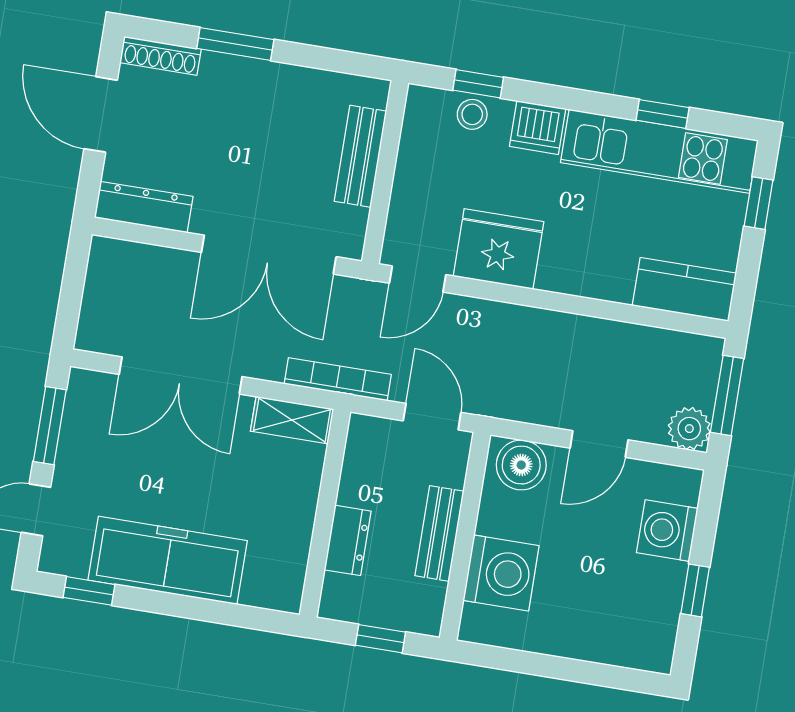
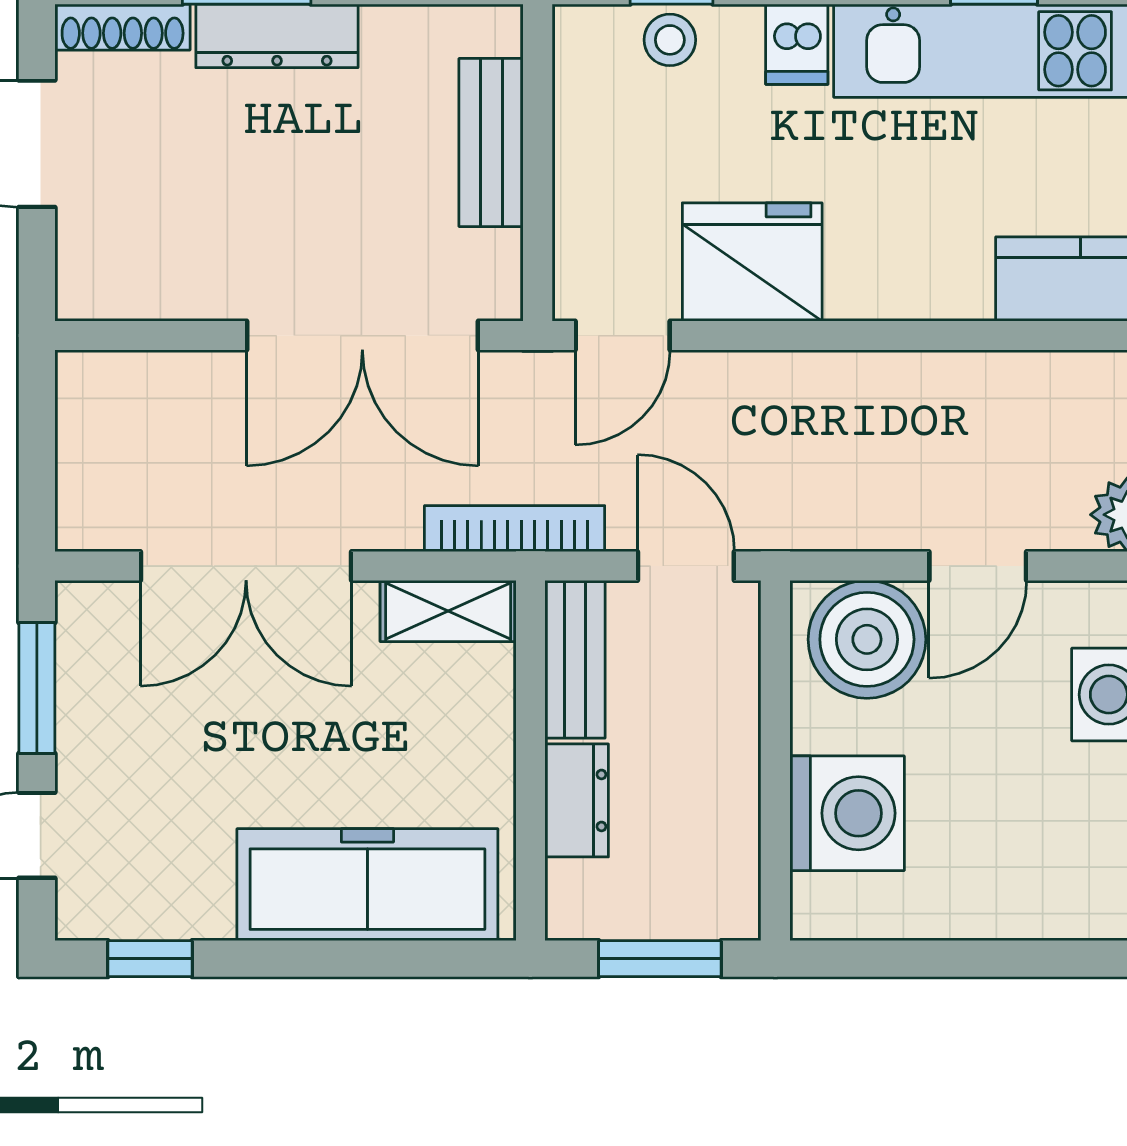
dishwasher: (538, 128) -> (797, 44), width x0.73
dresser: (144, 207) -> (277, 36), moved, turned 180
boiler: (521, 465) -> (867, 639), width x1.37, depth x1.37
bench: (439, 533) -> (575, 659), moved
freezer: (168, 560) -> (367, 885), moved
window: (380, 639) -> (660, 959), width x1.50

